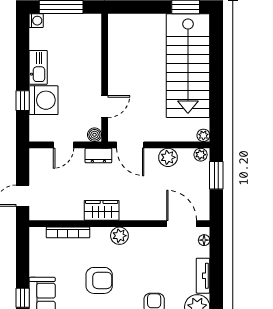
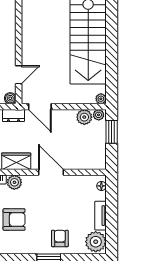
plant: (168, 157) -> (84, 117), moved
door: (182, 224) -> (51, 172), moved
plant: (119, 236) -> (14, 182), moved

